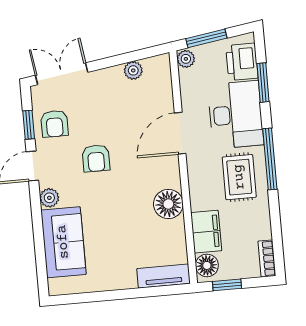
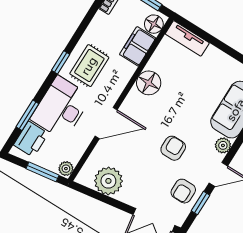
plant: (133, 70) -> (108, 181), width x1.88, depth x1.88
armchair: (54, 124) -> (183, 191), turned 180
window: (270, 159) -> (61, 62), width x0.46

